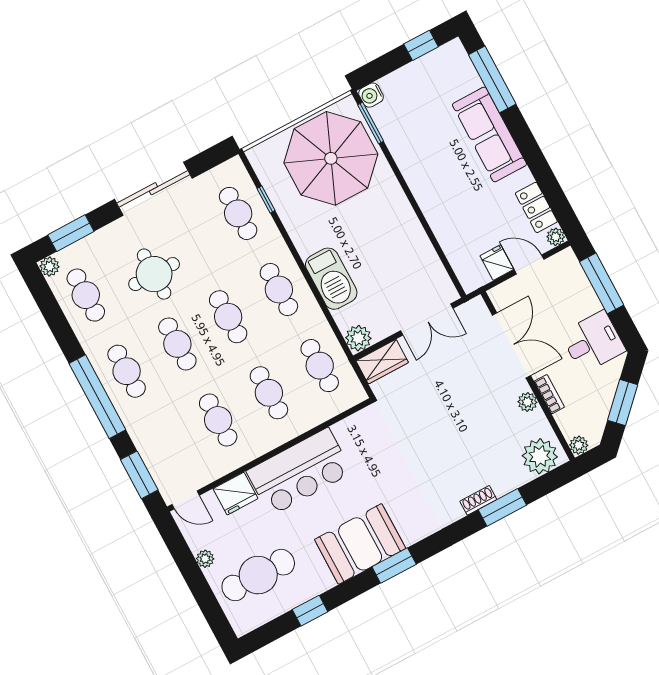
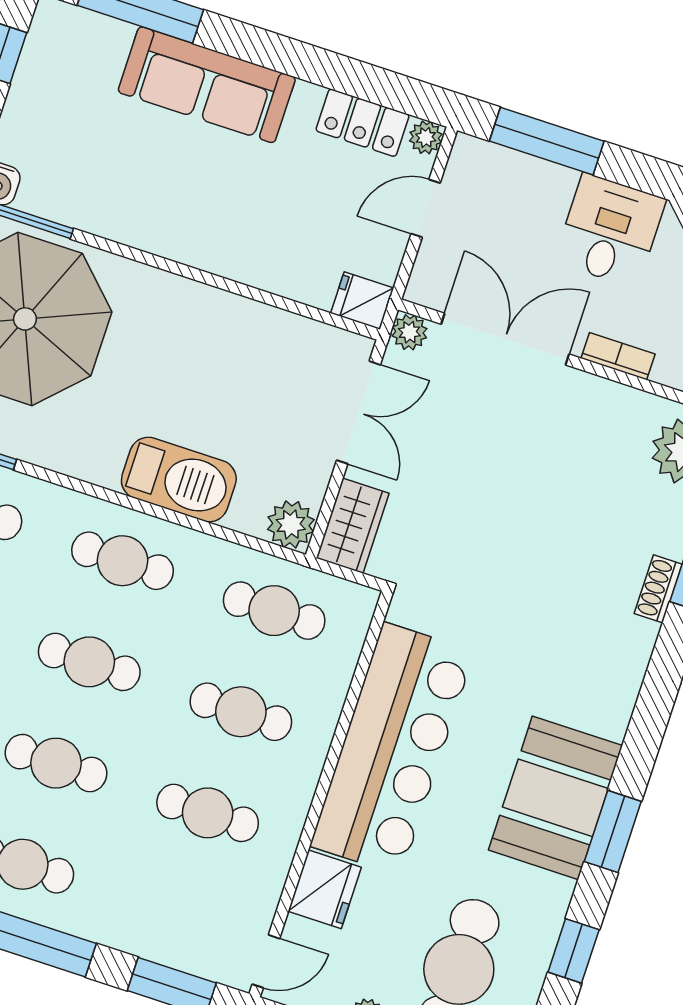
fridge: (497, 263) -> (362, 301), moved
plant: (527, 402) -> (409, 332), moved
bar counter: (299, 472) -> (392, 749), width x1.36
window: (394, 566) -> (613, 831), moved

